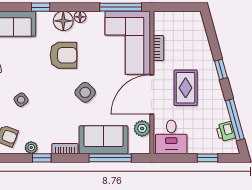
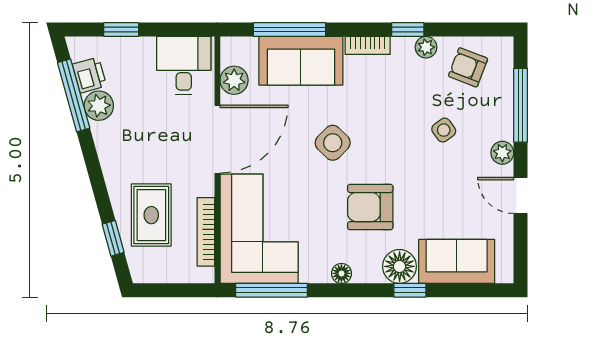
floor lamp: (63, 21) -> (400, 266), moved
bookcase: (158, 48) -> (206, 232), width x1.56
window: (221, 69) -> (113, 238), moved
rug: (186, 88) -> (151, 215), moved
plant: (220, 114) -> (99, 106), added

